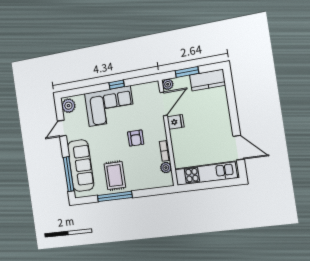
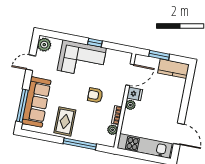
plant: (168, 84) -> (130, 105), moved
armchair: (136, 138) -> (95, 95), turned 90
window: (115, 197) -> (80, 144), moved

